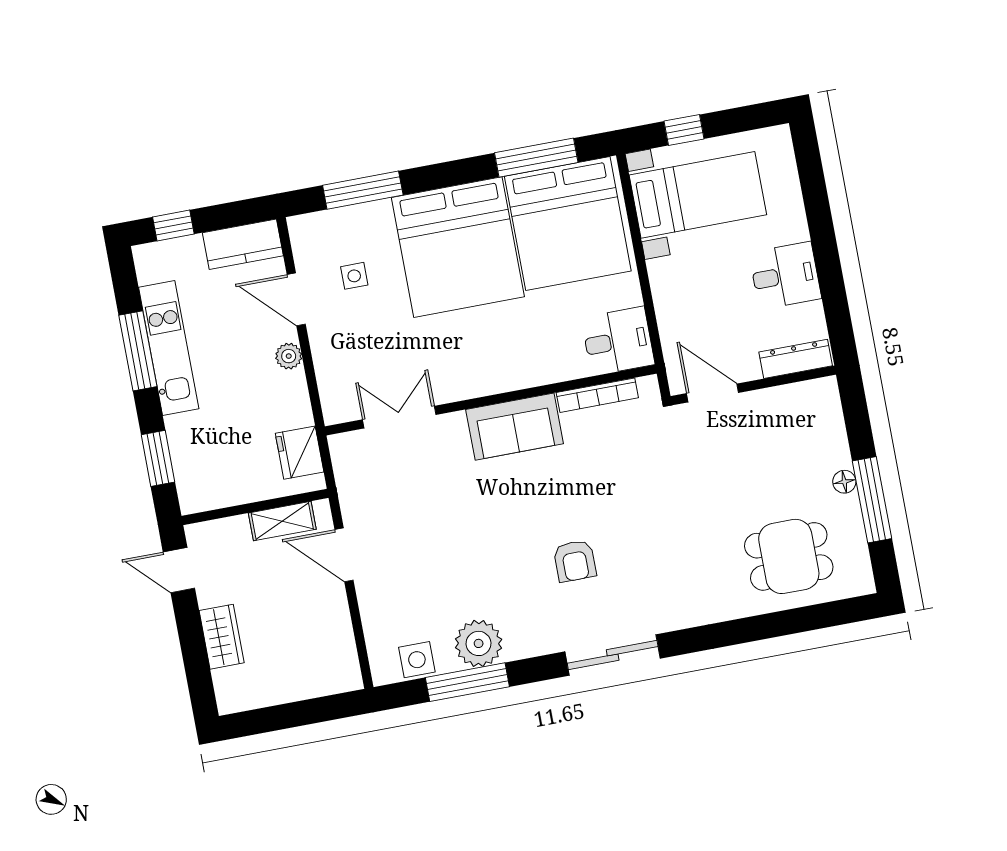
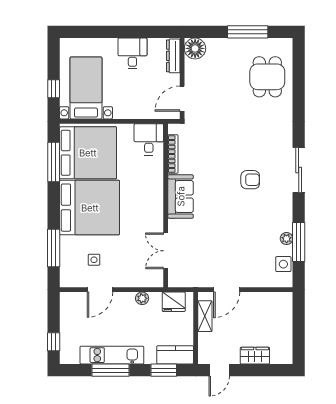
kitchen counter: (243, 244) -> (175, 355), moved, turned -90
plant: (289, 356) -> (142, 298), moved
floor lamp: (844, 482) -> (195, 48), moved, width x1.89, depth x1.89
plant: (479, 643) -> (287, 239), width x0.53, depth x0.53

